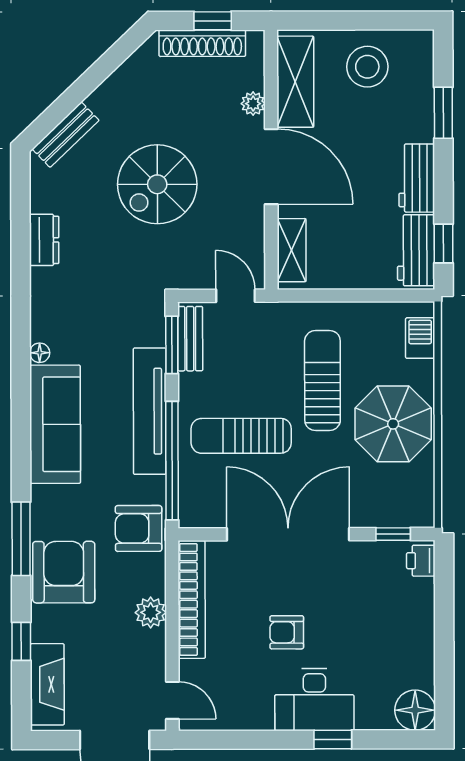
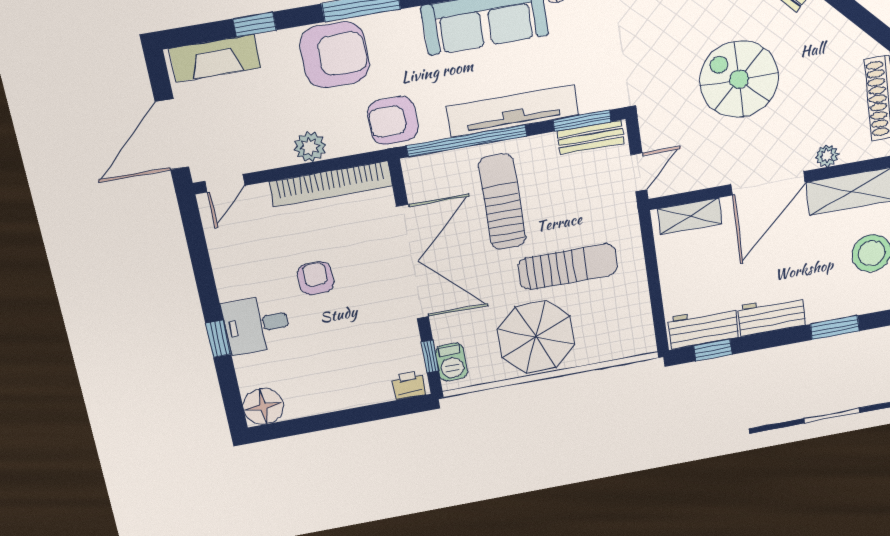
barbecue: (420, 338) -> (451, 362), moved, turned 90
armchair: (139, 528) -> (393, 121), turned -90
desk: (314, 700) -> (256, 325), width x0.73

